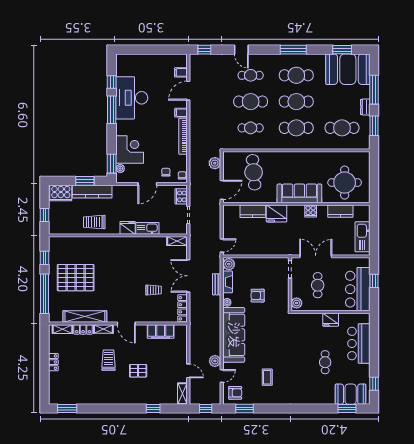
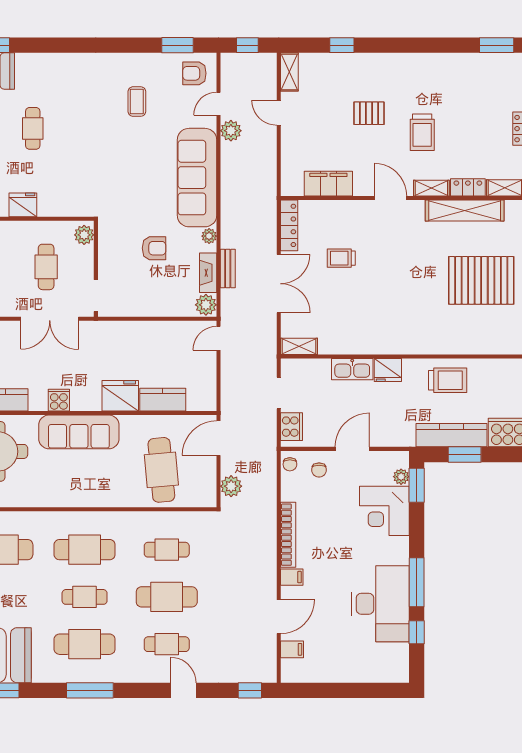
cafe table: (296, 102) -> (85, 597), width x0.73, depth x0.74

